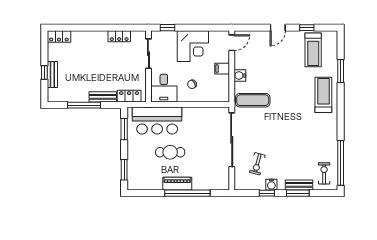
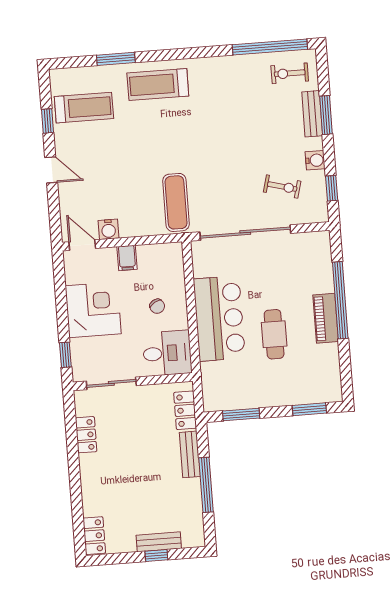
water cooler: (240, 75) -> (109, 229), moved
bar counter: (157, 120) -> (219, 318), moved
window: (267, 193) -> (332, 188), moved

